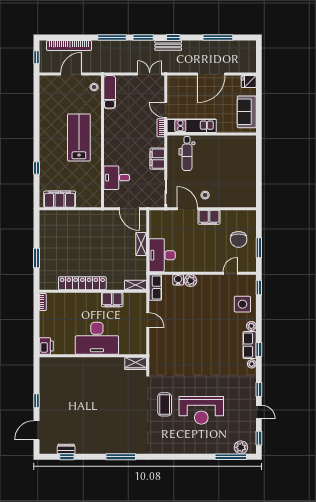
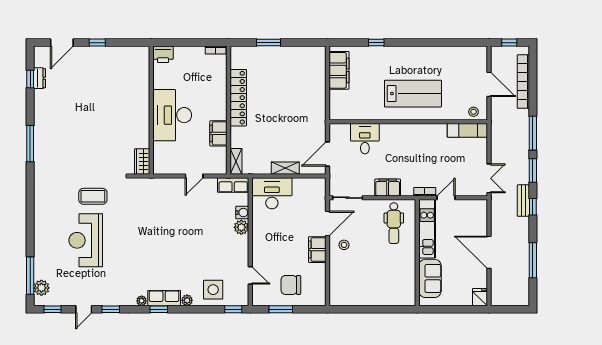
sofa: (247, 112) -> (430, 278), moved, turned 90
dental chair: (187, 154) -> (394, 223), turned -90
door: (36, 430) -> (62, 43), swing flipped

